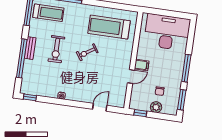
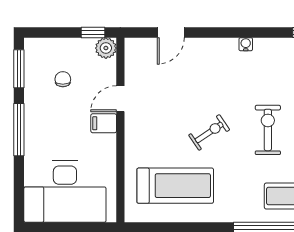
plant: (156, 107) -> (106, 48), moved

